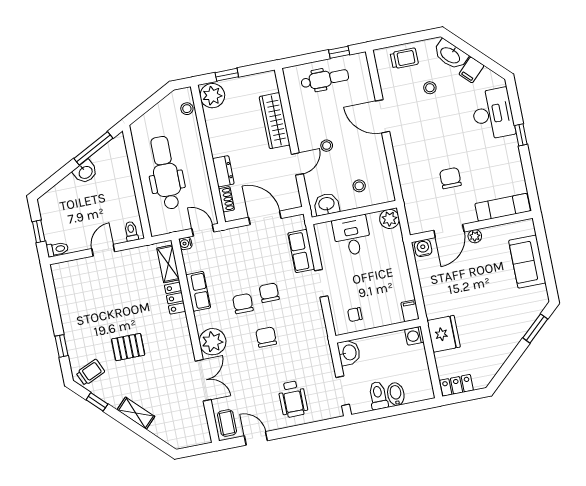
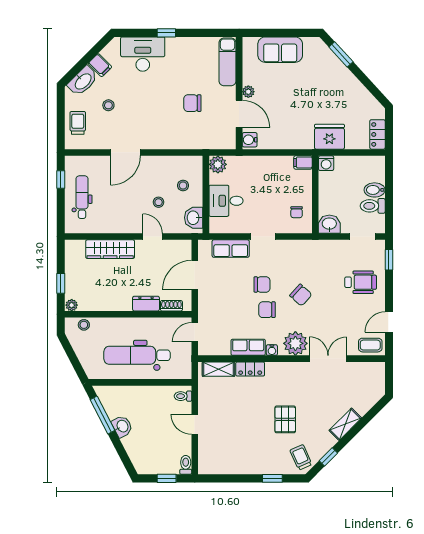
plant: (212, 96) -> (72, 305), width x0.53, depth x0.53
stool: (327, 146) -> (159, 202), moved
water cooler: (185, 243) -> (272, 350), moved
chair: (269, 293) -> (262, 284), turned 180
chair: (266, 337) -> (301, 295), turned -138
window: (323, 425) -> (389, 260), added

